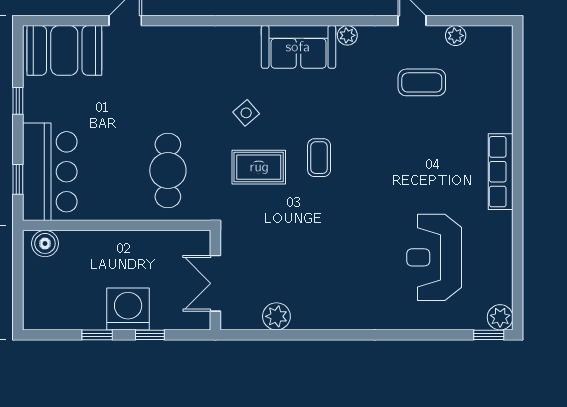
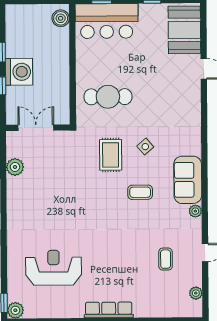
plant: (456, 36) -> (196, 293), moved
coffee table: (422, 82) -> (166, 259), width x0.73, depth x0.77
coffee table: (319, 158) -> (140, 192), moved

